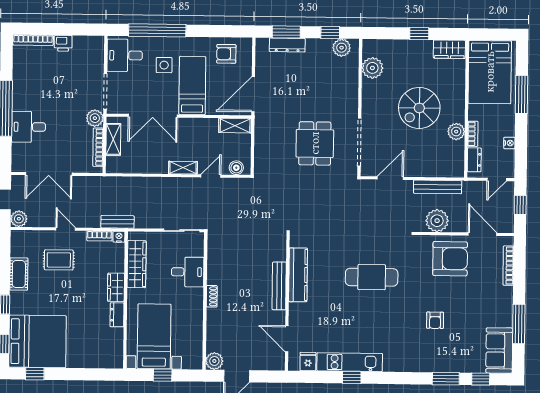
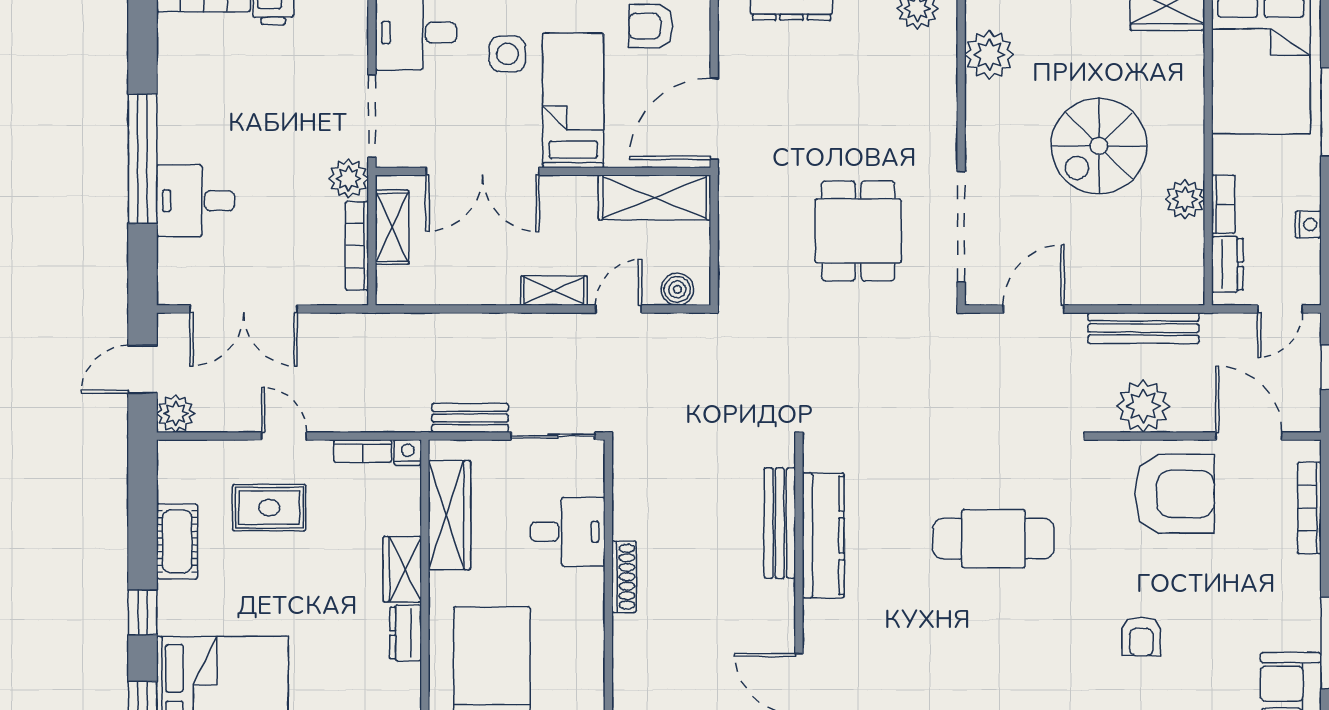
shelving: (235, 126) -> (654, 197), width x1.50, depth x1.33
bench: (118, 222) -> (470, 418), moved
bench: (279, 286) -> (780, 523), moved
shoe rack: (212, 296) -> (624, 577), width x1.43

